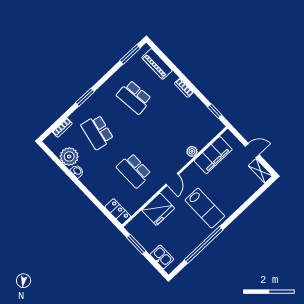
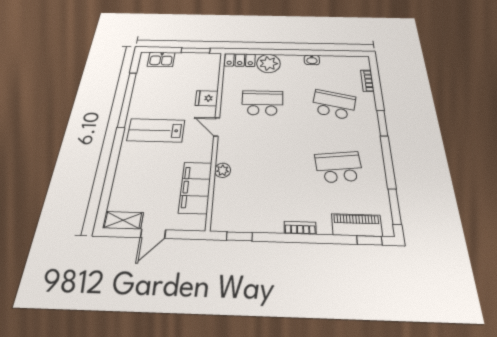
window: (159, 52) -> (369, 240), added
plant: (69, 156) -> (268, 63), moved
fridge: (158, 209) -> (207, 98), width x0.53, depth x0.75

